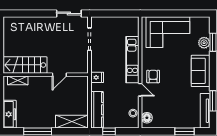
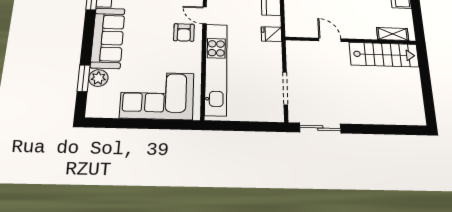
kitchen unit: (132, 60) -> (216, 69), width x1.36
sofa: (201, 71) -> (108, 38), width x1.36
door: (59, 75) -> (330, 40), hinge flipped

